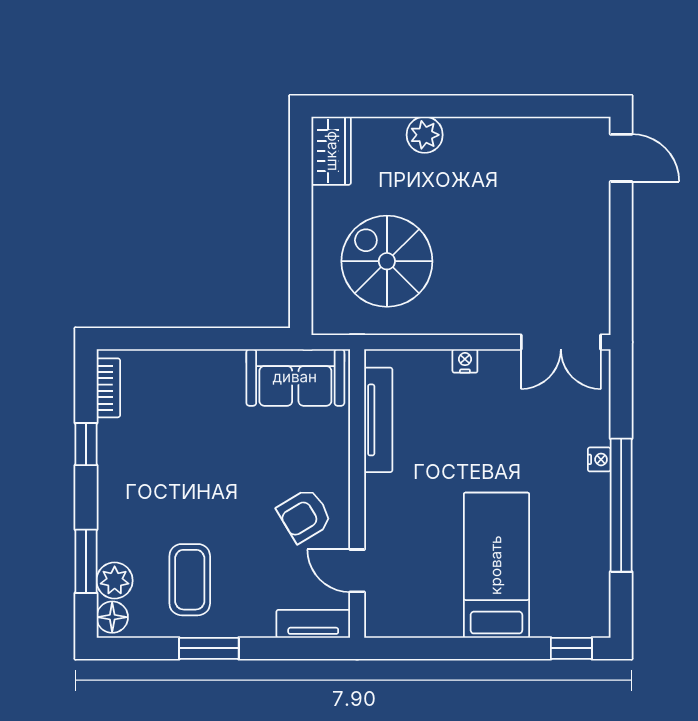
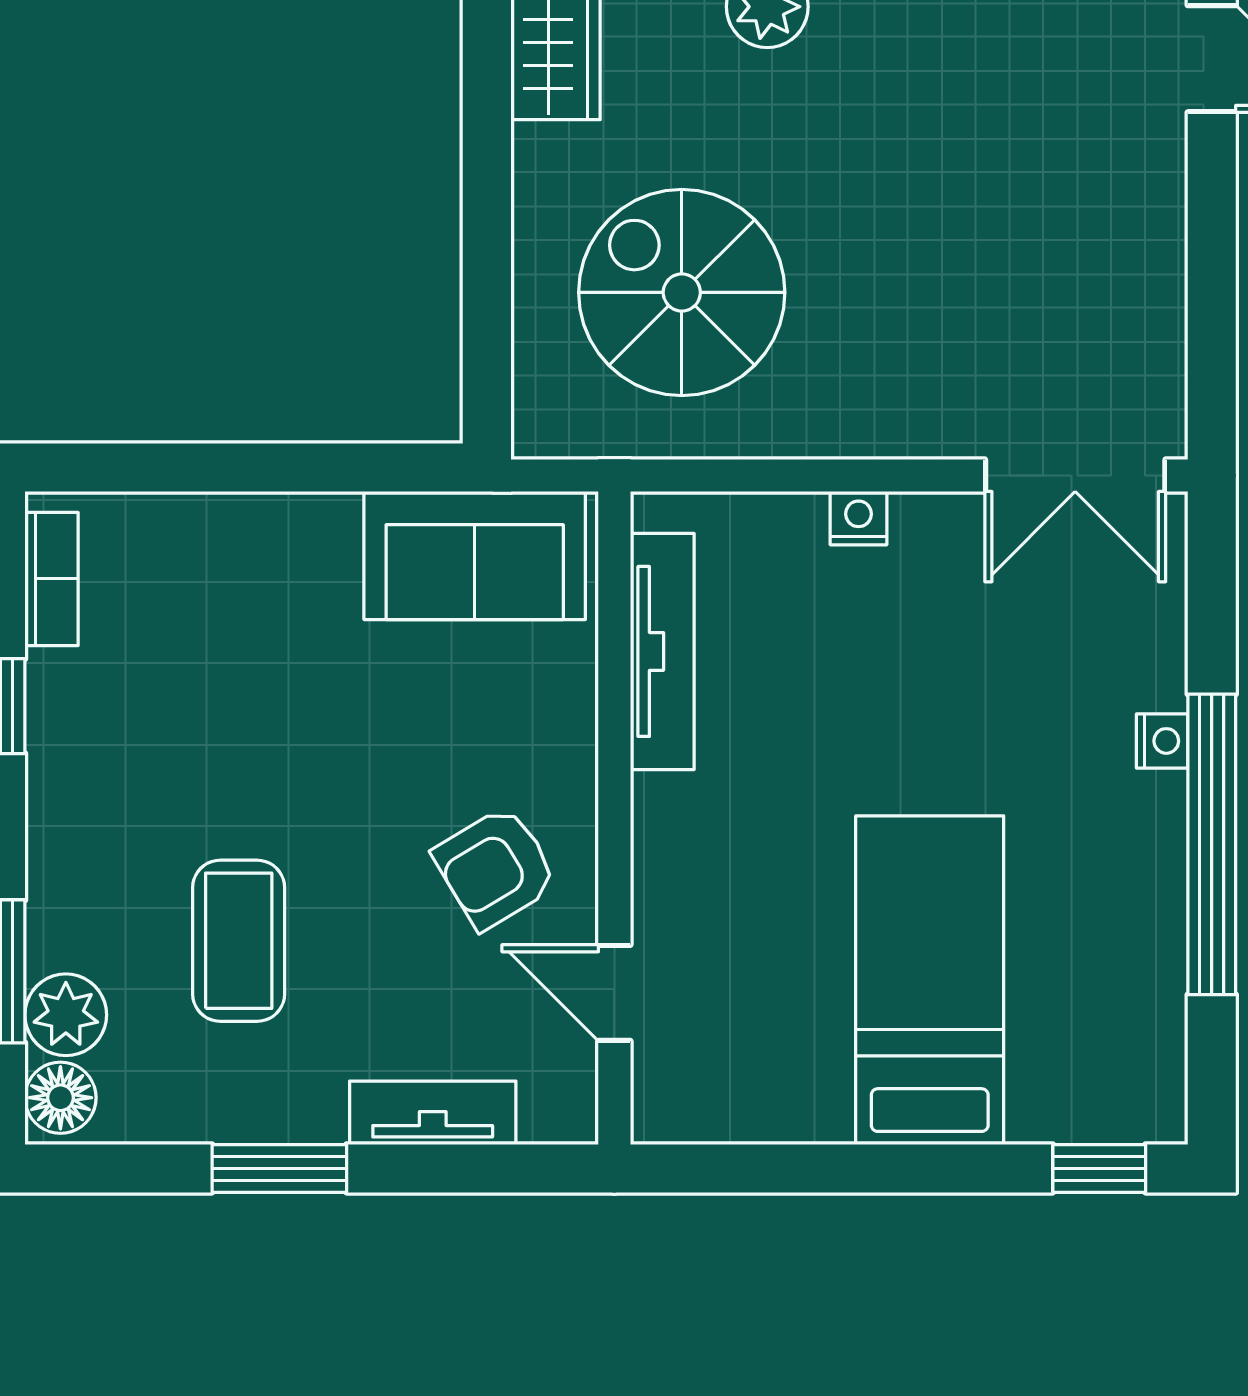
coffee table: (190, 580) -> (239, 941), moved
tv unit: (313, 624) -> (433, 1113), moved

